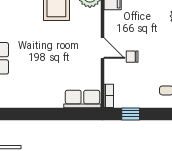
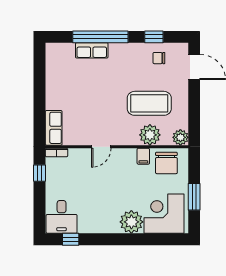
chair: (132, 57) -> (93, 175), removed

